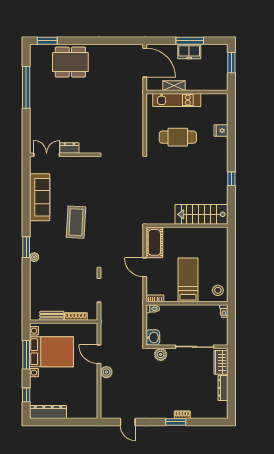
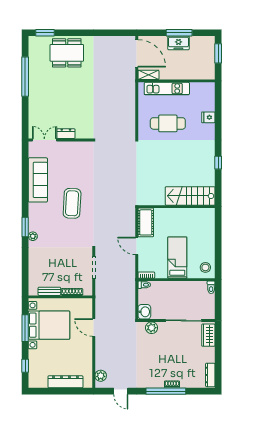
shelving: (174, 86) -> (148, 75), moved
plant: (106, 372) -> (101, 376), moved
dresser: (223, 388) -> (210, 375), moved
dresser: (48, 412) -> (65, 382), moved
window: (176, 422) -> (166, 391), width x2.11

